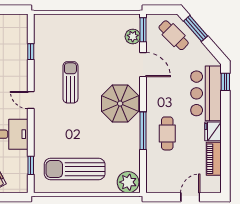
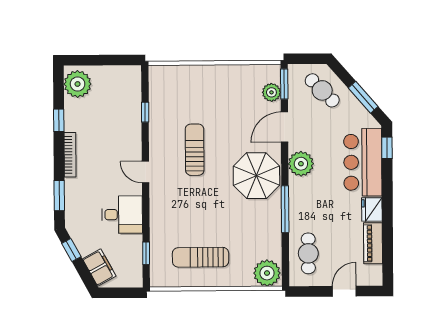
window: (196, 28) -> (363, 97), moved
door: (143, 65) -> (285, 127), swing flipped
plant: (156, 94) -> (301, 164), added
cafe table: (167, 133) -> (308, 253), moved
sun lounger: (75, 169) -> (201, 257), width x0.73, depth x0.75

